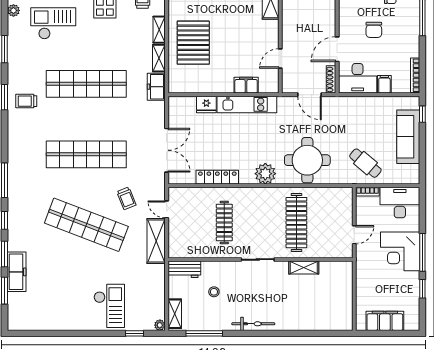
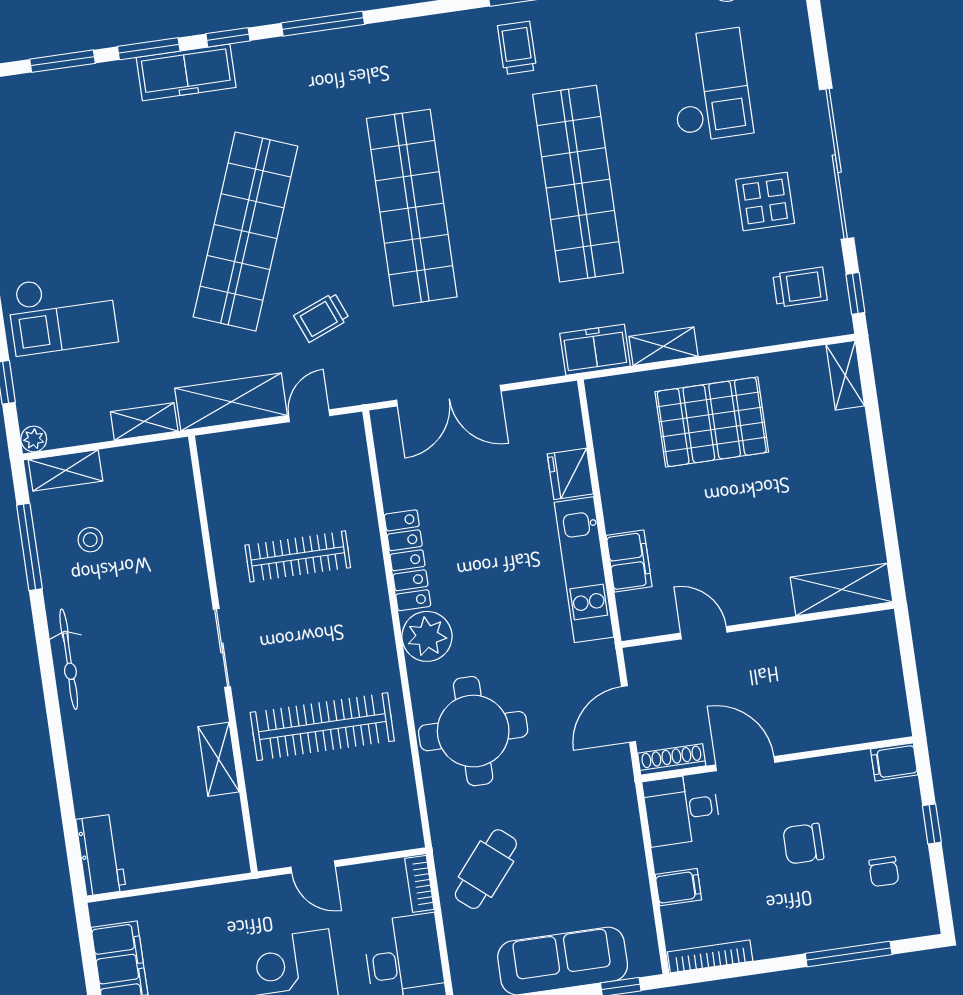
shelving: (159, 30) -> (144, 421), moved
desk: (358, 78) -> (682, 810), width x0.73
locker: (217, 177) -> (408, 560), moved
workbench: (184, 269) -> (101, 855), moved, turned 180
freezer: (17, 272) -> (186, 72), moved
stool: (214, 292) -> (90, 540), moved

